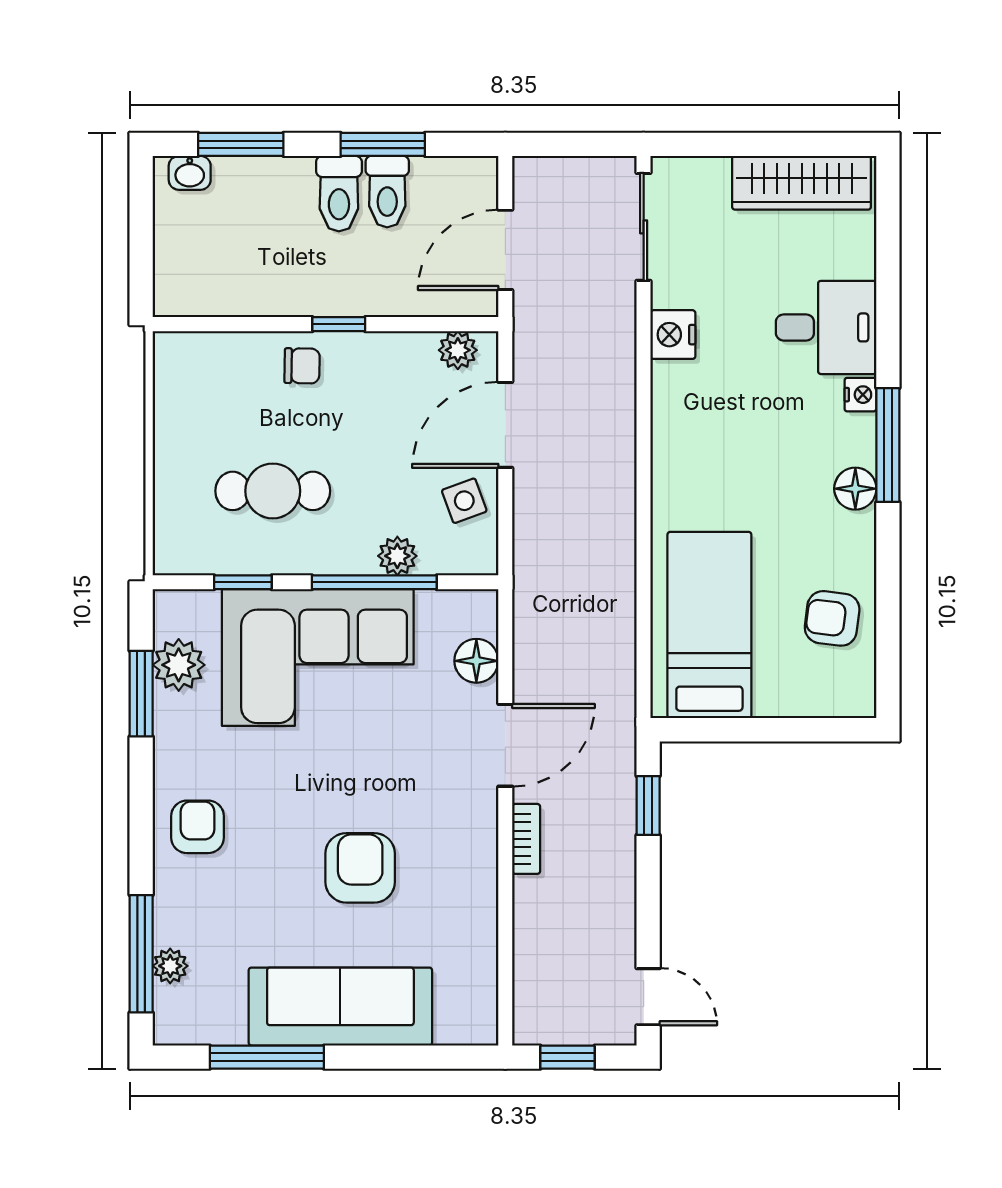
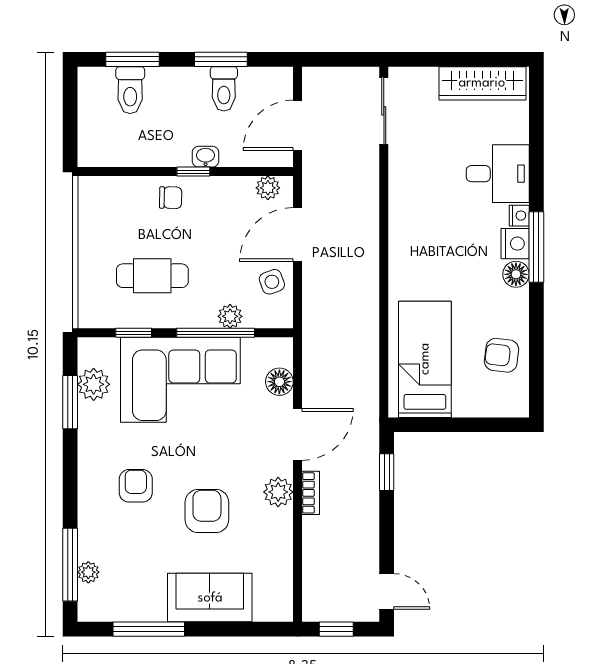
washbasin: (190, 173) -> (206, 157), moved, turned 180
toilet: (339, 194) -> (130, 90), moved
nightstand: (673, 335) -> (515, 244), moved, turned 180
armchair: (198, 827) -> (136, 486), moved
plant: (474, 837) -> (278, 492), added
sofa: (340, 1007) -> (210, 598), width x0.73

